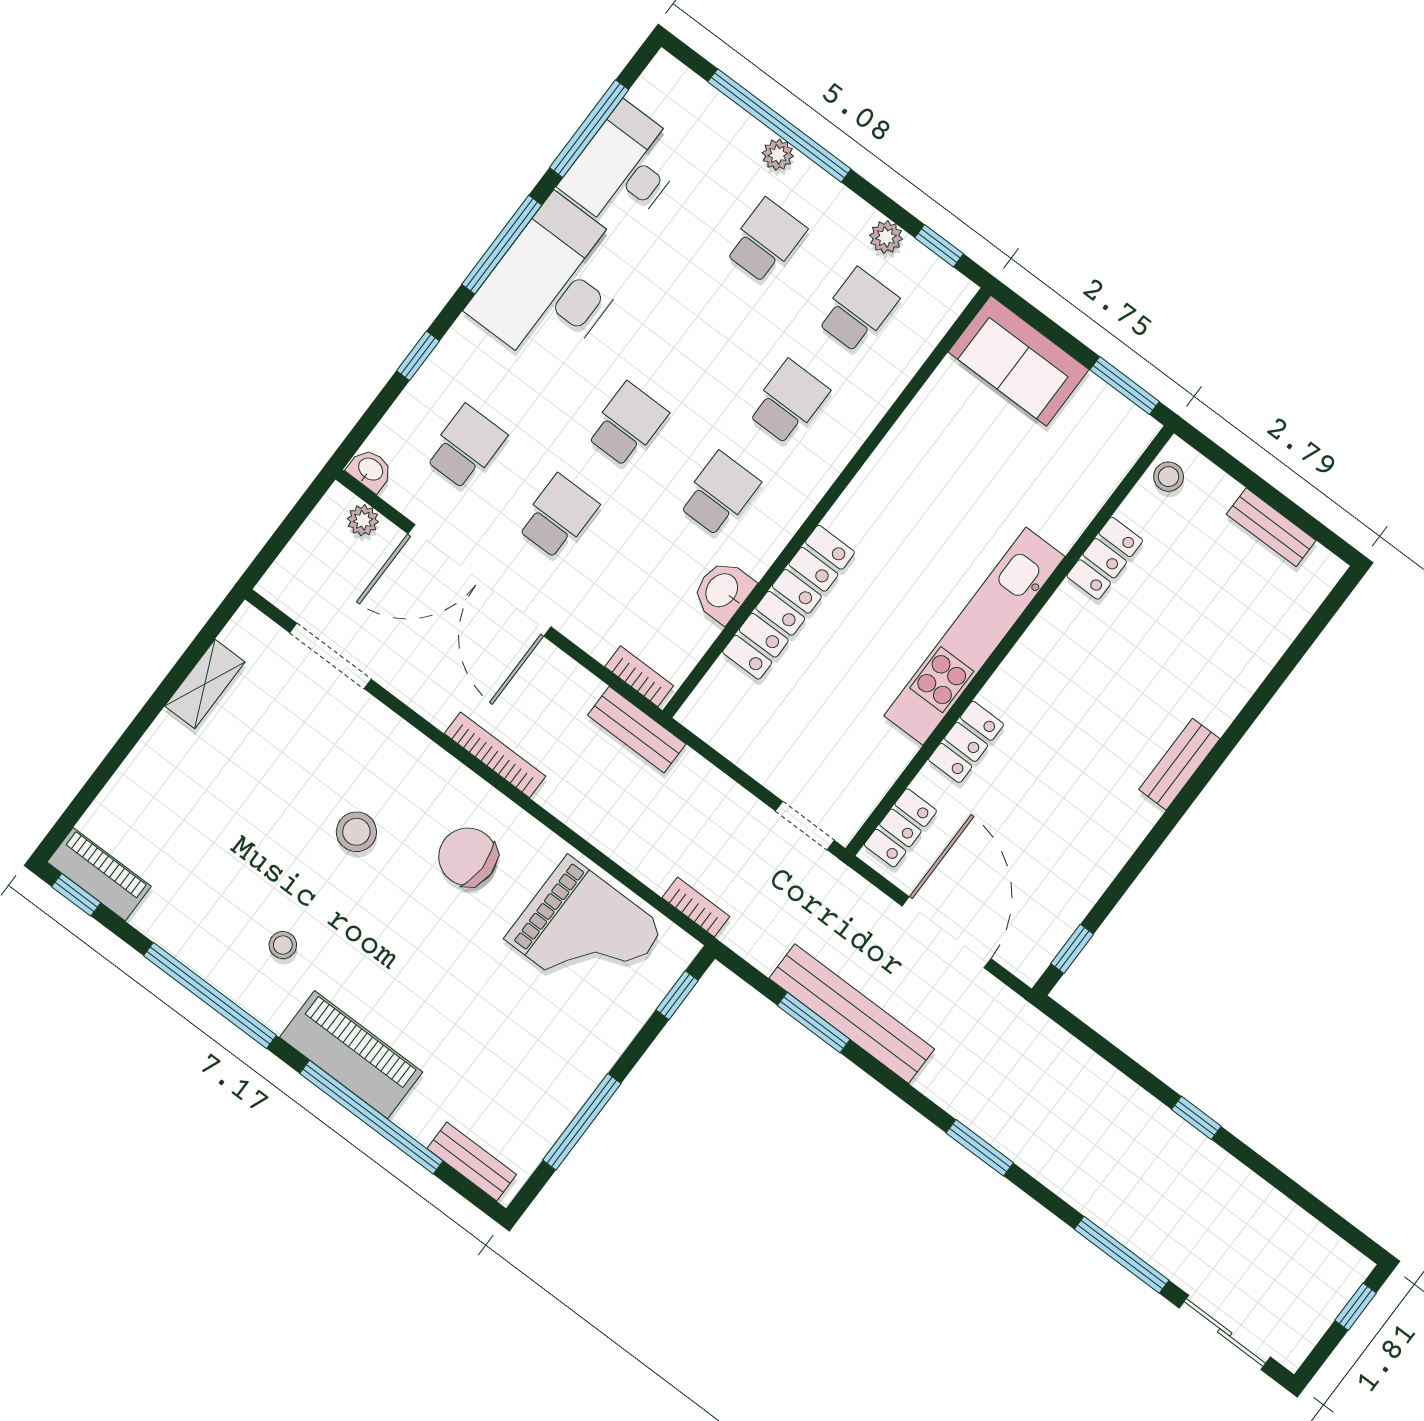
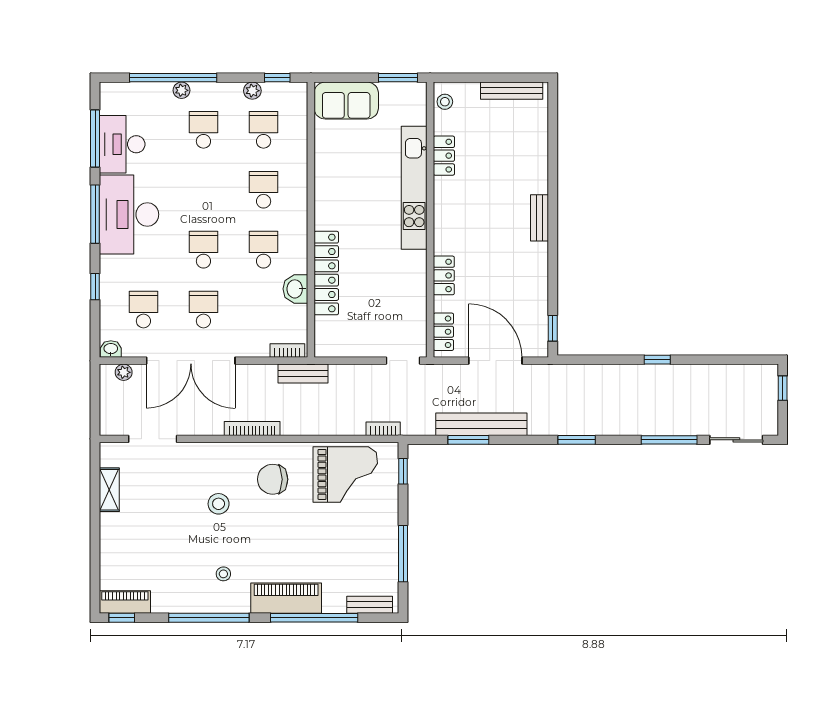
bench: (1271, 527) -> (512, 91), width x1.36
kitchen unit: (974, 636) -> (414, 188), moved

